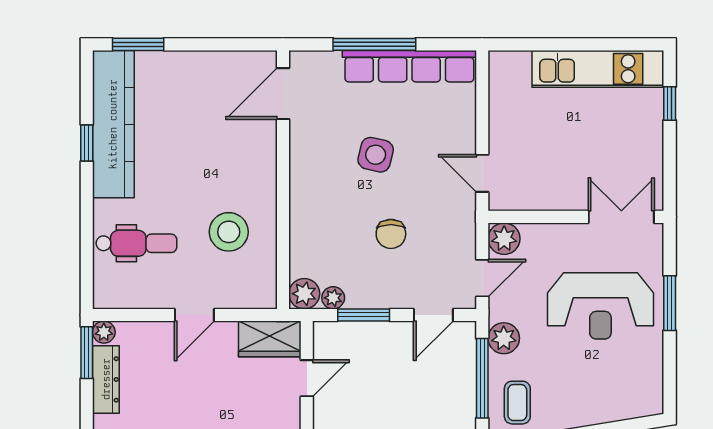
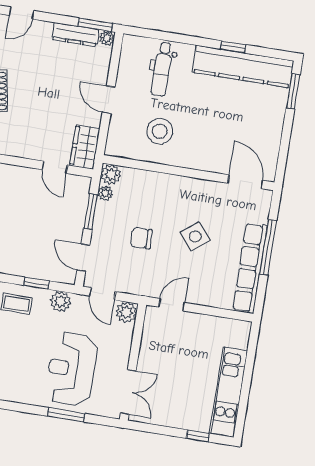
side table: (376, 155) -> (195, 236), turned 38
window: (482, 378) -> (36, 283), width x0.46

